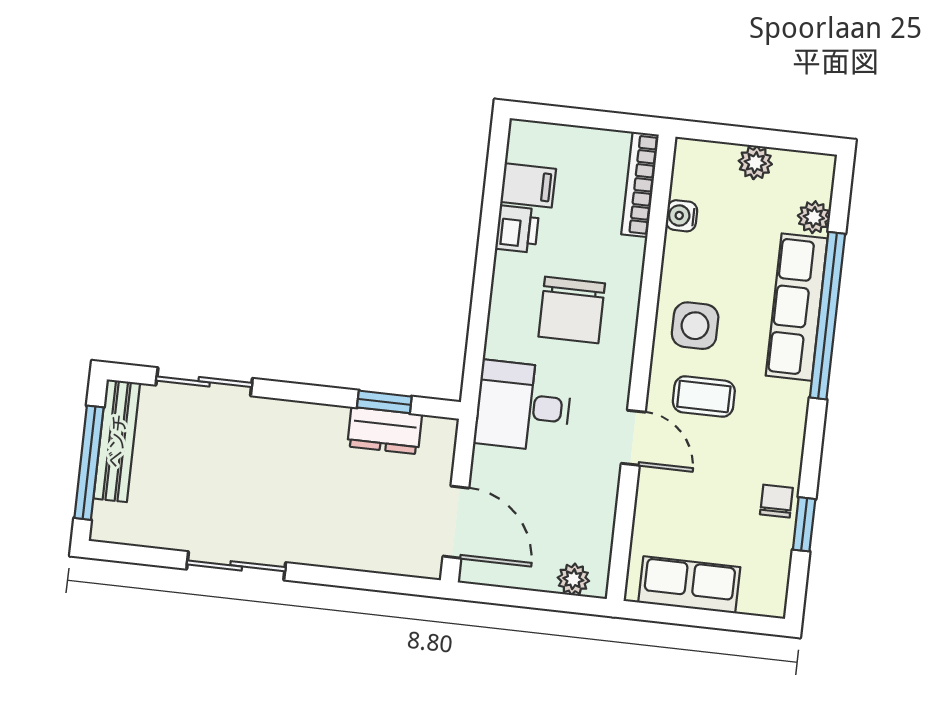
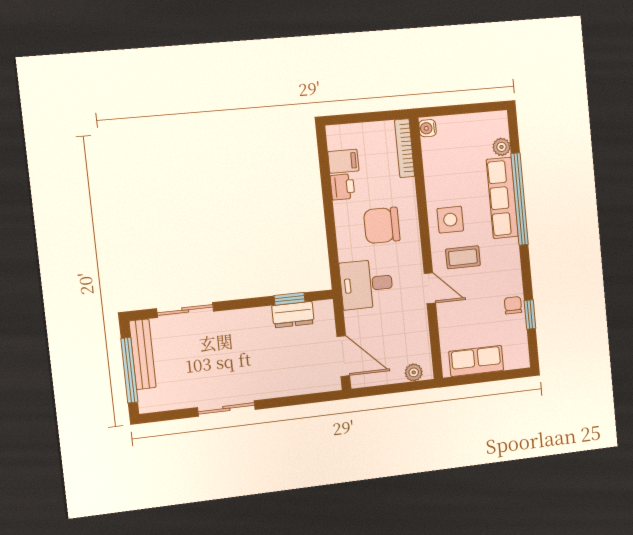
plant: (755, 163) -> (464, 123), removed
water cooler: (682, 216) -> (428, 128), moved
chair: (572, 310) -> (382, 225), turned 90

